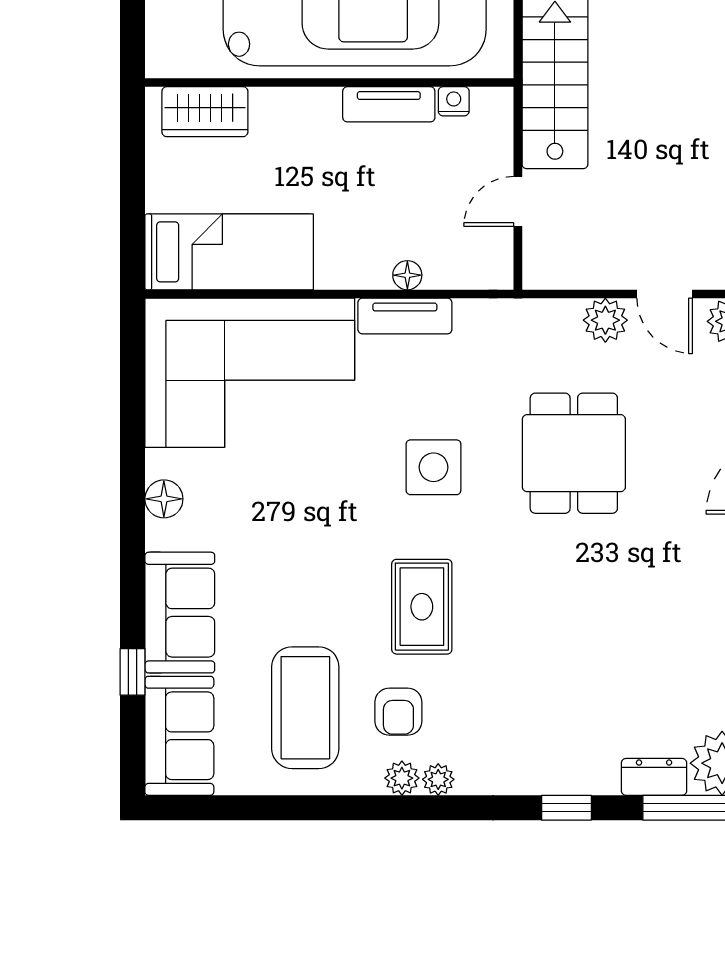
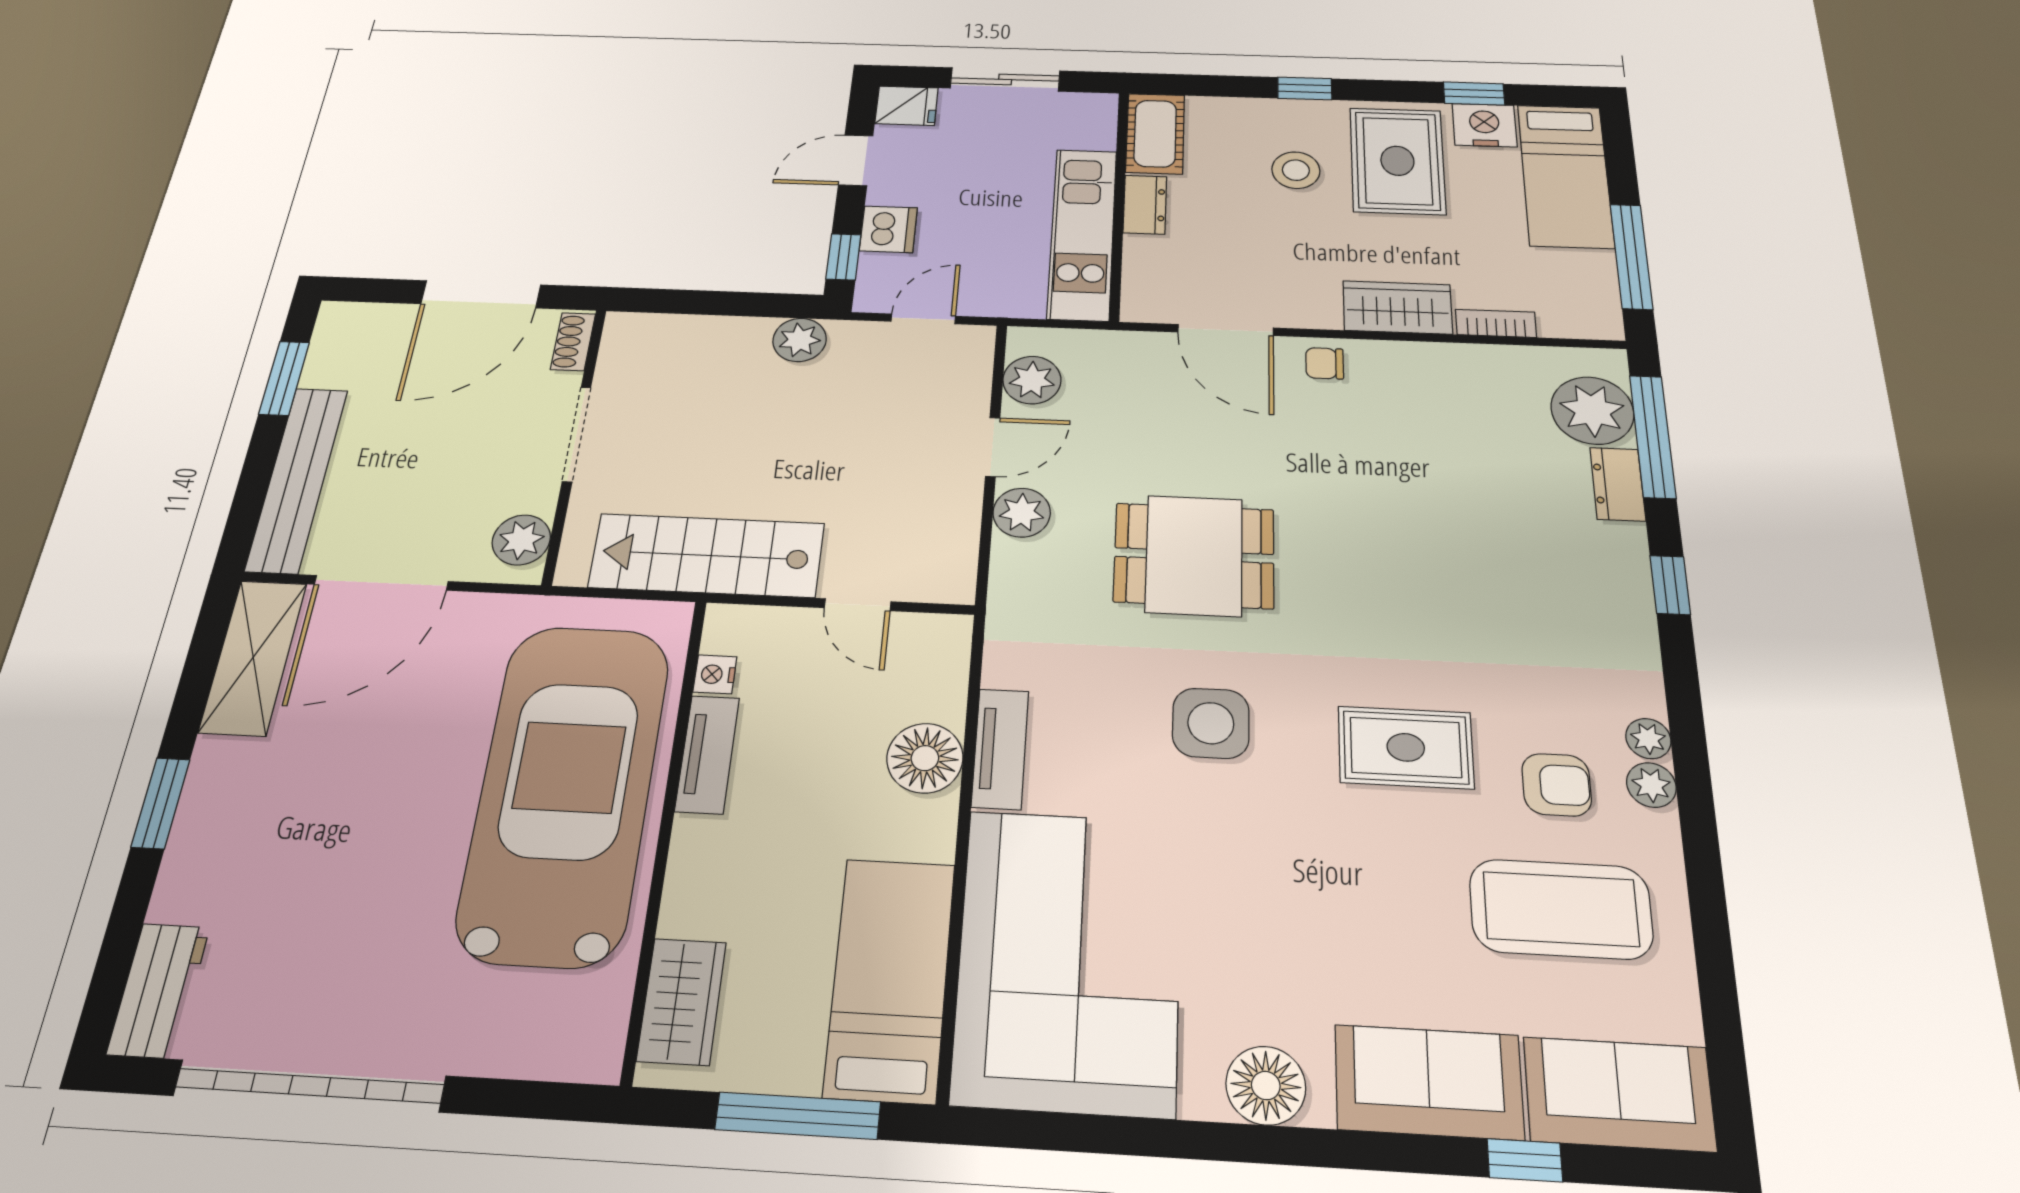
window: (133, 199) -> (798, 1116), added
floor lamp: (407, 275) -> (925, 758), width x1.89, depth x1.89
floor lamp: (164, 499) -> (1266, 1086), width x1.38, depth x1.38

